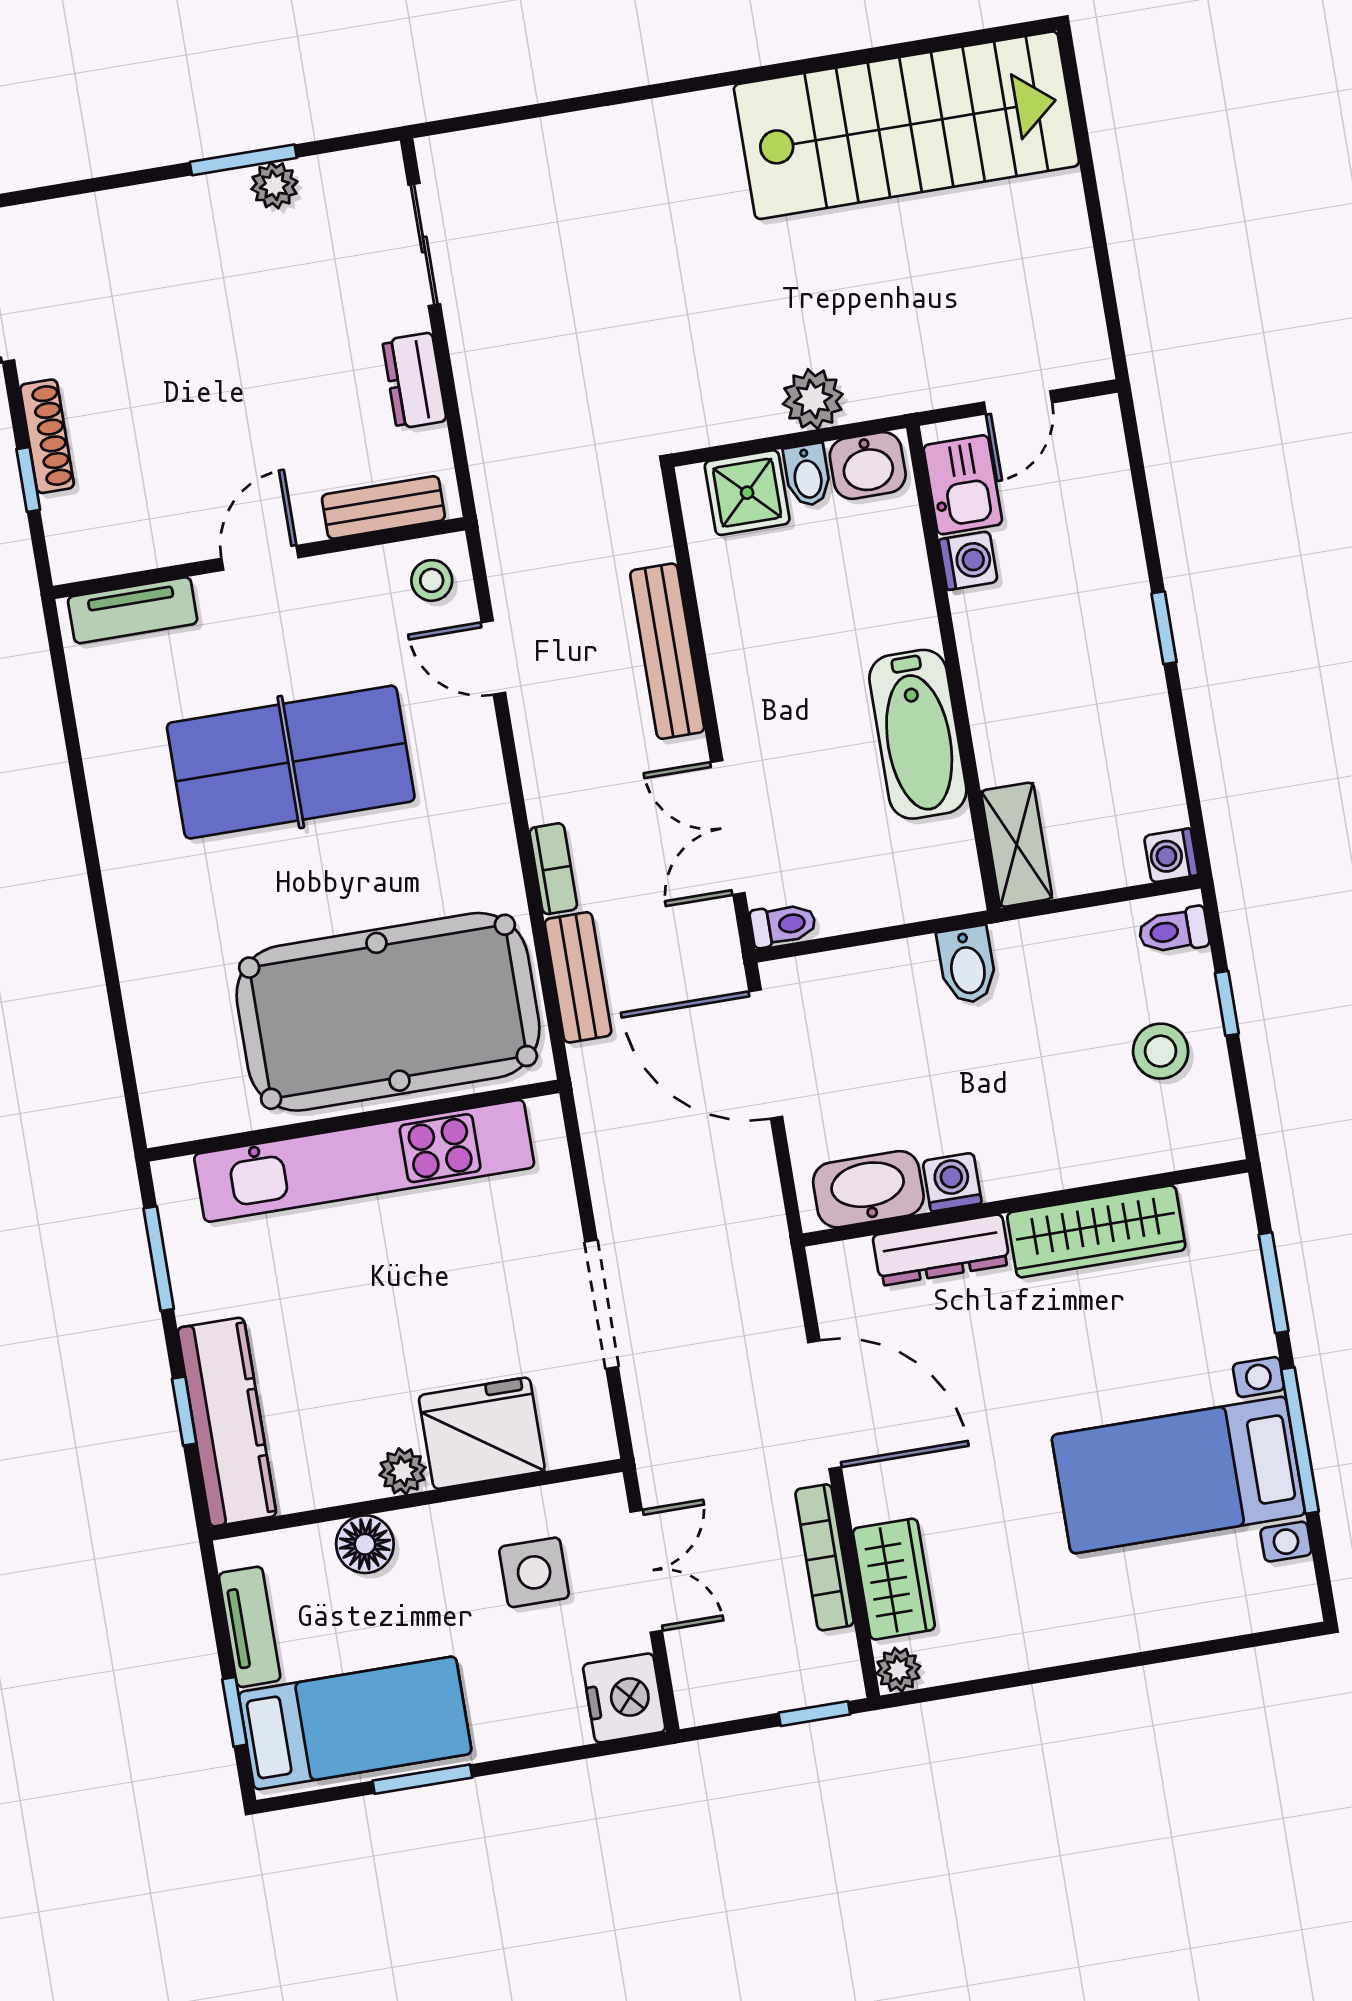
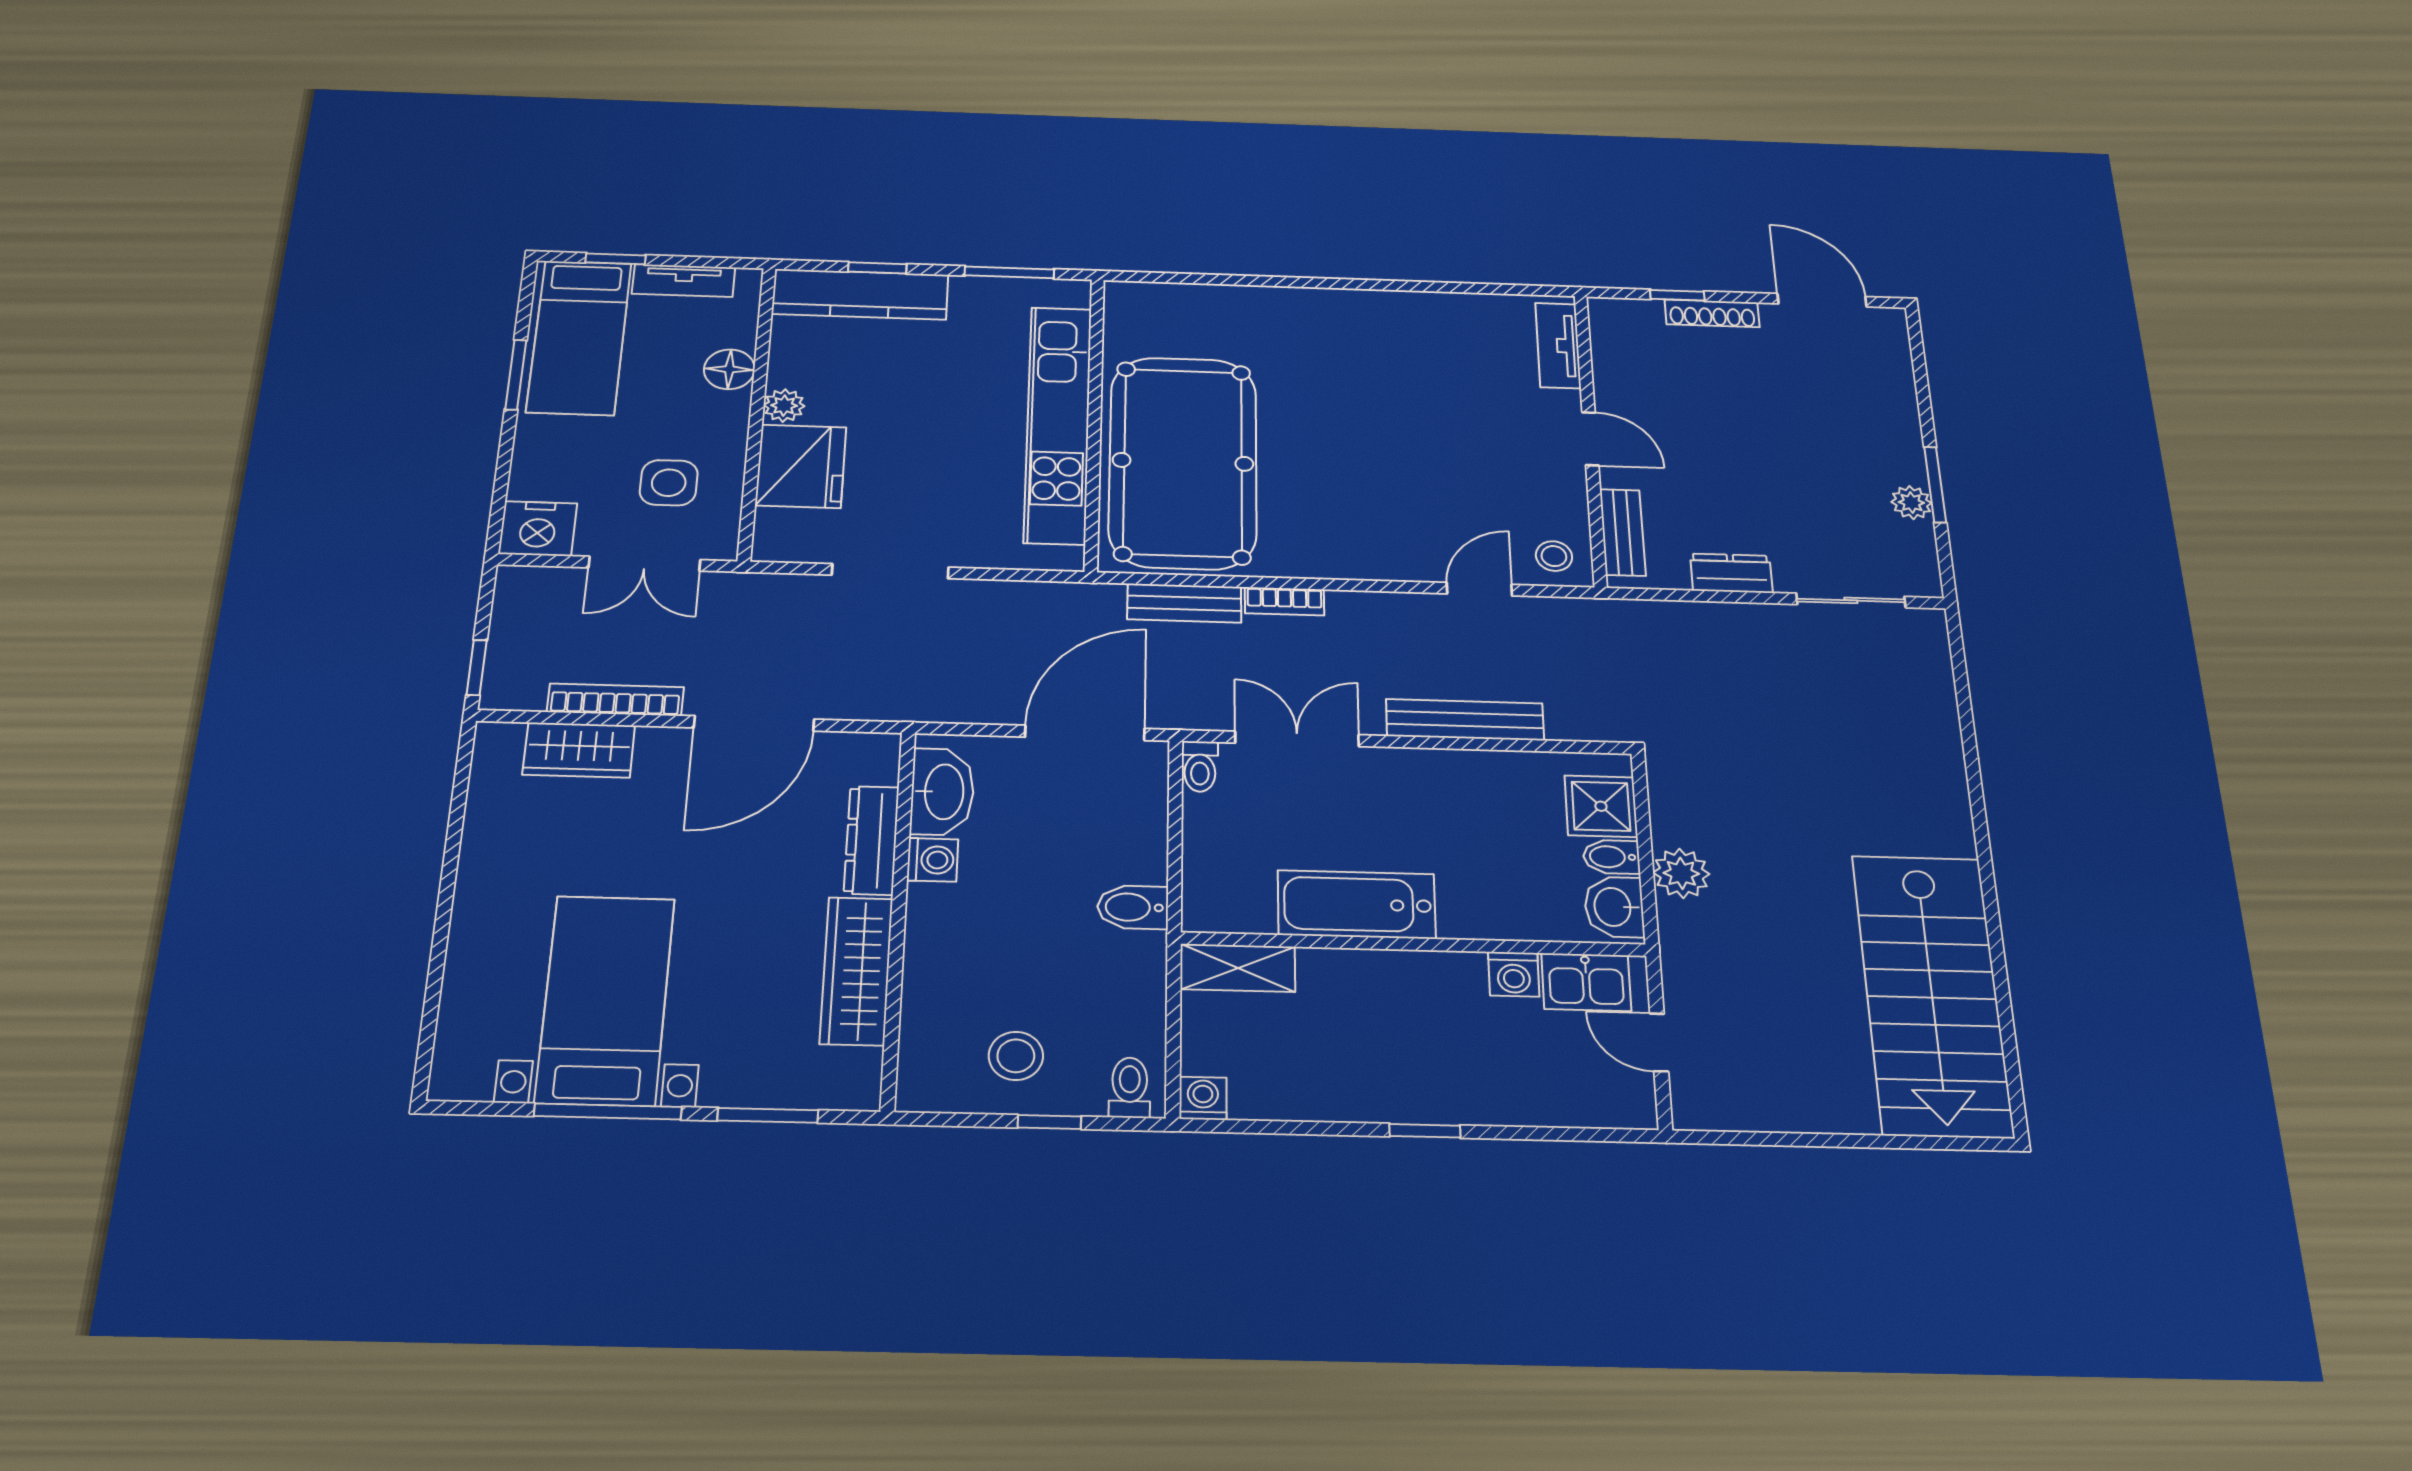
table tennis table: (291, 762) -> (1412, 431), removed
plant: (898, 1670) -> (495, 739), removed

